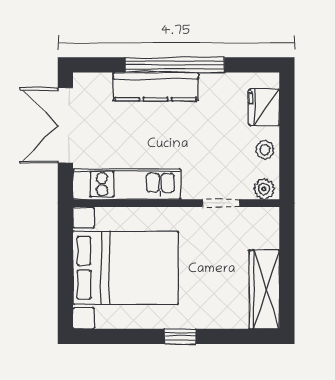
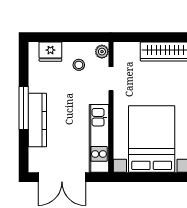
window: (175, 65) -> (24, 108), width x0.68
stool: (265, 150) -> (79, 65), moved

